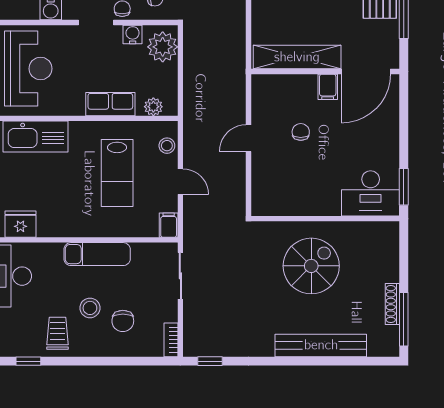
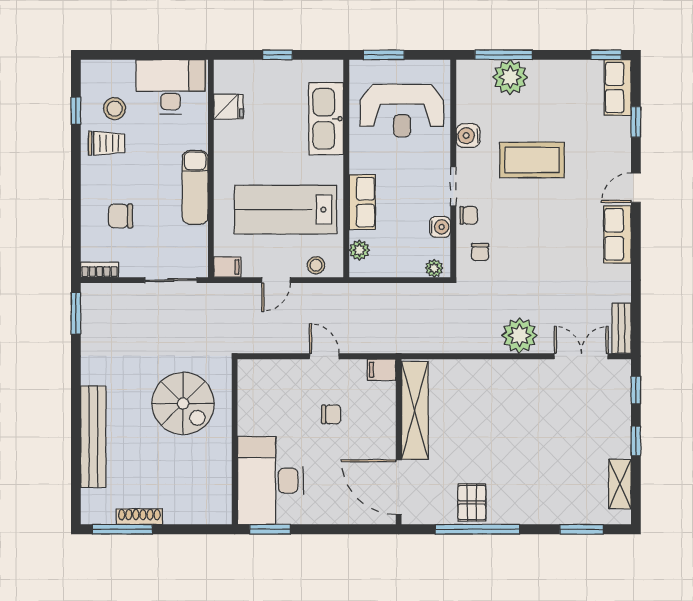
plant: (163, 47) -> (434, 268), width x0.53, depth x0.53
filing cabinet: (328, 87) -> (382, 370), moved
lab bench: (117, 173) -> (286, 210), width x1.36, depth x1.39
desk: (371, 193) -> (270, 481), width x1.36, depth x1.30
fridge: (20, 224) -> (228, 107), width x0.72
spiral stairs: (311, 266) -> (183, 403), moved
stool: (90, 308) -> (115, 109), moved
window: (210, 361) -> (76, 313), width x1.50

